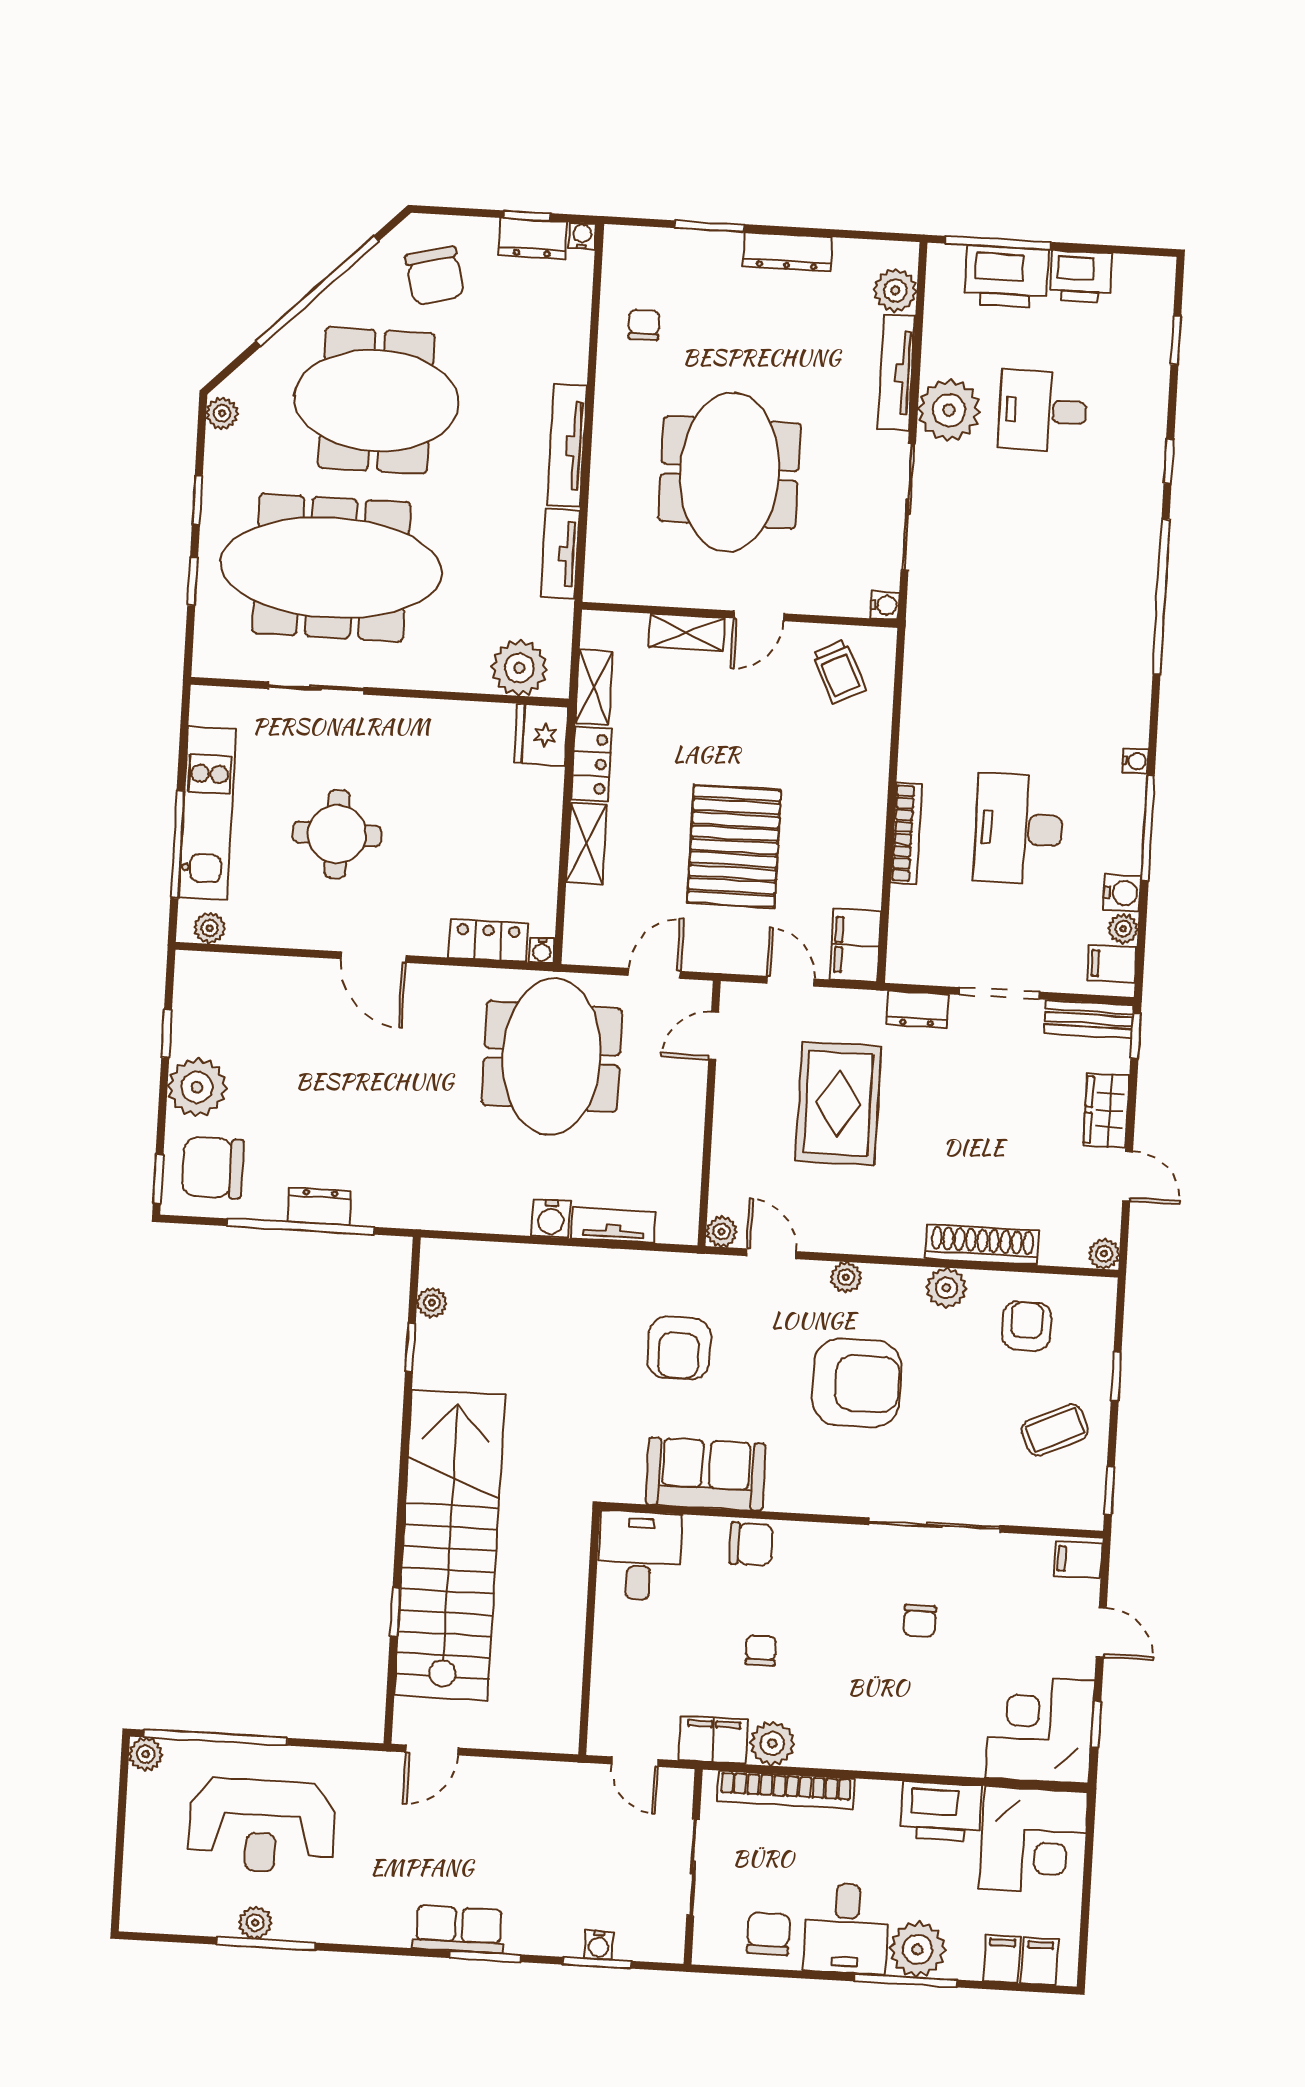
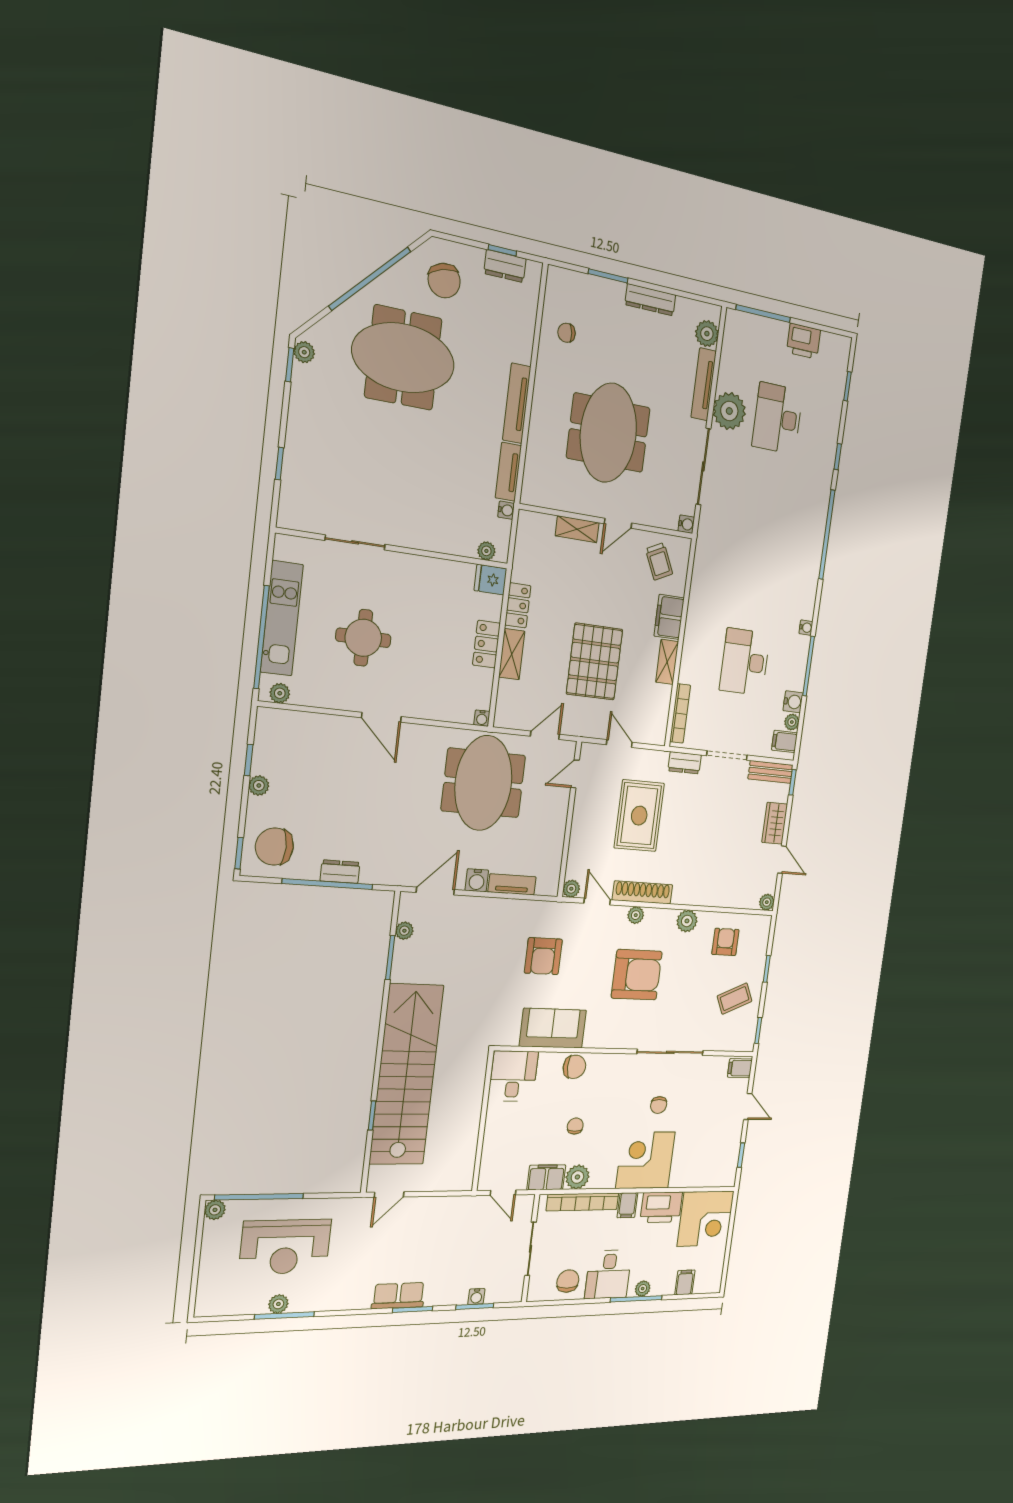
water cooler: (582, 236) -> (506, 510), moved, turned 90
printer: (1006, 277) -> (766, 335), removed
chair: (644, 325) -> (567, 333), turned -98
desk: (1043, 411) -> (778, 418), width x1.37
window: (197, 500) -> (290, 365), moved
meeting table: (331, 568) -> (369, 465), removed
plant: (519, 668) -> (486, 551), width x0.53, depth x0.53
shelving: (594, 687) -> (667, 662), moved
fridge: (541, 735) -> (491, 580), width x0.72
bookcase: (906, 833) -> (680, 713), moved
window: (177, 844) -> (261, 637), width x1.46
locker: (488, 940) -> (486, 644), moved, turned -90
filing cabinet: (855, 945) -> (669, 617), moved
plant: (197, 1087) -> (259, 786), width x0.53, depth x0.53
door: (481, 1237) -> (435, 891), added
shoe rack: (982, 1245) -> (642, 892), moved
window: (410, 1348) -> (390, 958), width x1.50
corner desk: (1040, 1729) -> (645, 1160), moved
plant: (918, 1949) -> (643, 1289), width x0.53, depth x0.53
filing cabinet: (1040, 1961) -> (627, 1205), moved, turned 180

